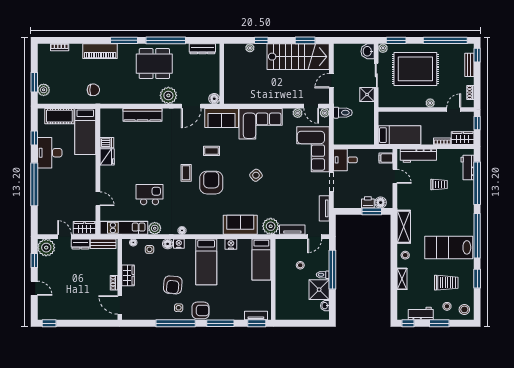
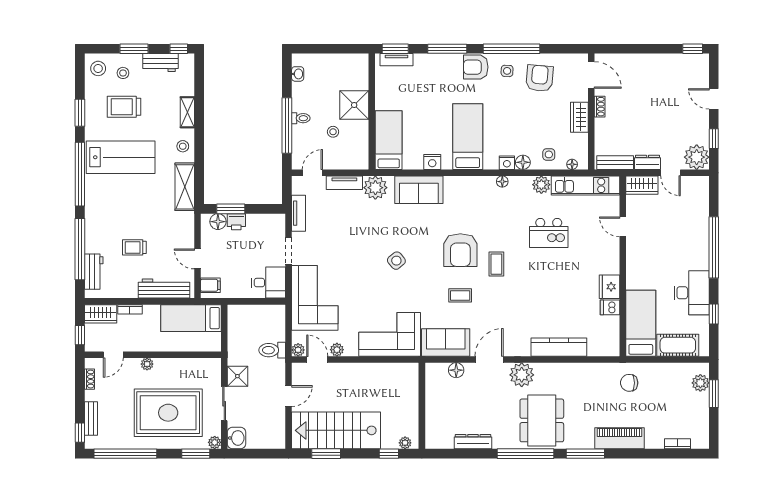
dining table: (154, 64) -> (542, 420), turned 90
wall: (222, 74) -> (422, 406), moved
armchair: (173, 285) -> (540, 78), moved
shower: (319, 290) -> (354, 105), moved

